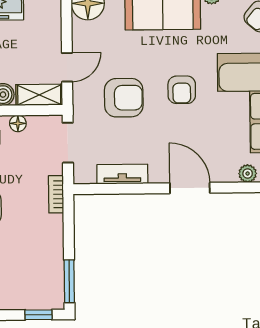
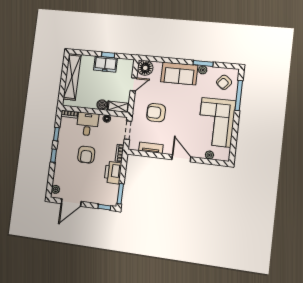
door: (67, 67) -> (134, 84), moved
armchair: (182, 90) -> (183, 112), removed
armchair: (124, 98) -> (156, 113), turned 180
printer: (47, 238) -> (113, 173), added

